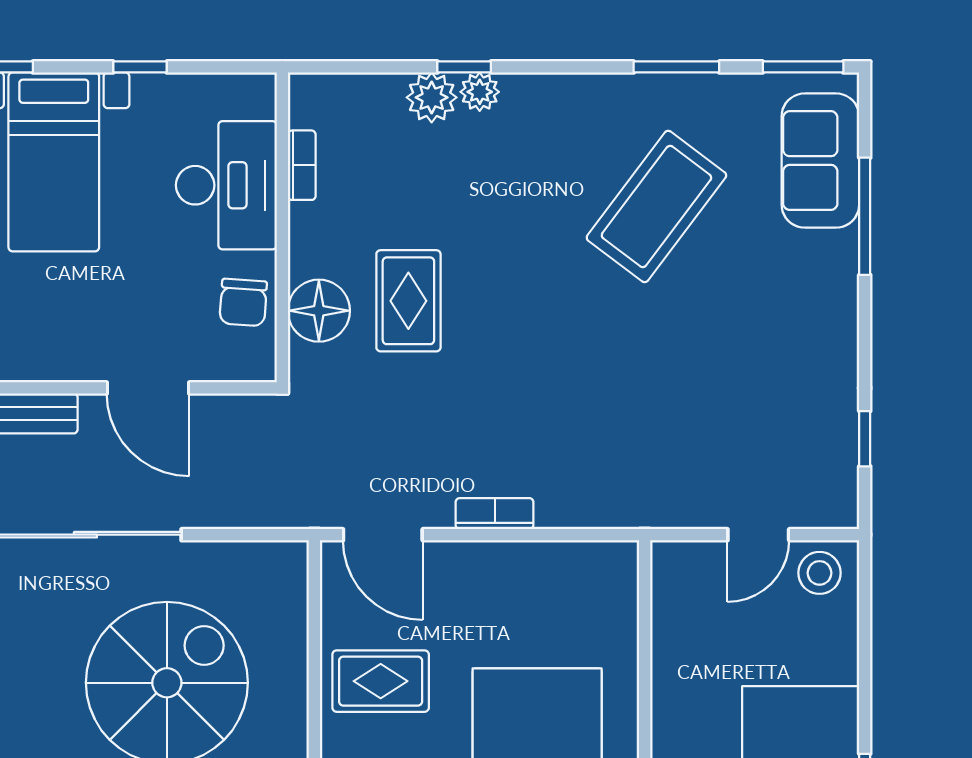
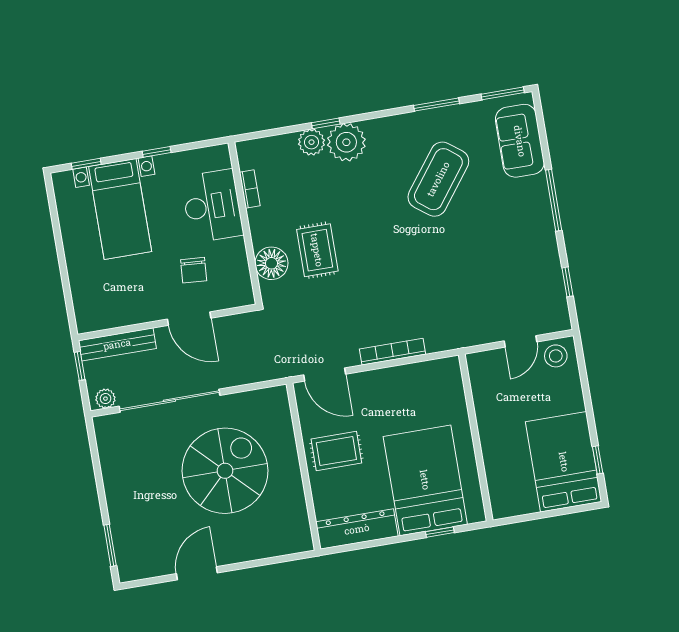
plant: (480, 92) -> (346, 142), width x1.88, depth x1.88
window: (865, 216) -> (554, 200), moved
chair: (243, 302) -> (194, 270), moved
bookcase: (495, 514) -> (392, 352), width x1.56

